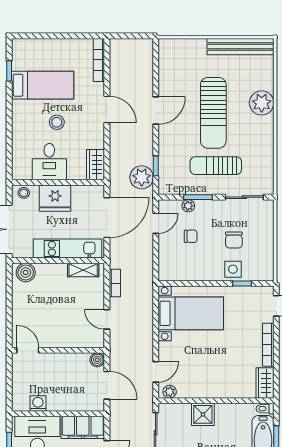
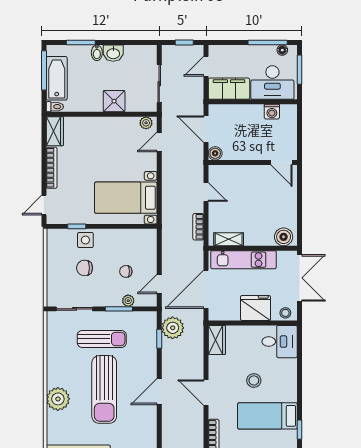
sun lounger: (213, 113) -> (104, 389), turned 180
desk: (49, 162) -> (280, 342), moved, turned 90
chair: (234, 240) -> (85, 268), turned -90

